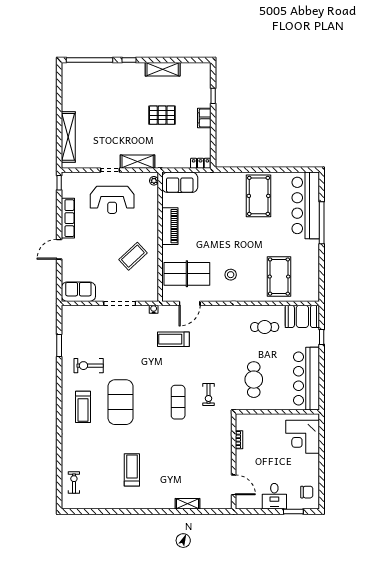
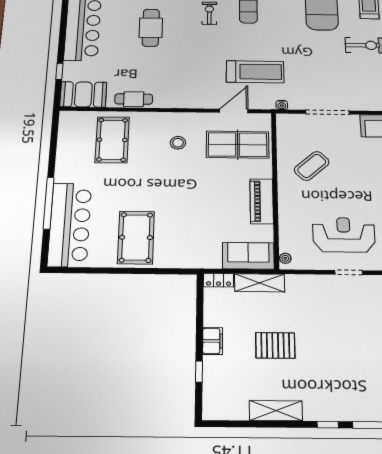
shelving: (138, 162) -> (260, 283), moved
cafe table: (265, 327) -> (134, 99), moved
treadmill: (173, 339) -> (255, 72), width x1.37, depth x1.38

